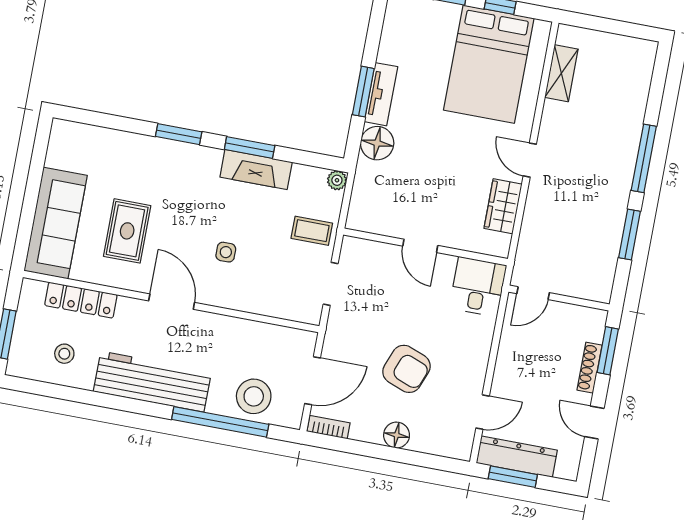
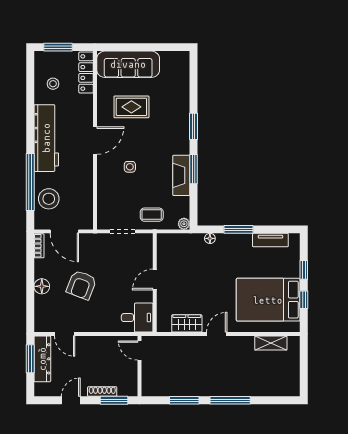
tv unit: (381, 94) -> (270, 240), moved
floor lamp: (377, 143) -> (210, 238), width x0.53, depth x0.53
coffee table: (312, 231) -> (152, 215), turned 90
locker: (81, 300) -> (86, 72), moved

